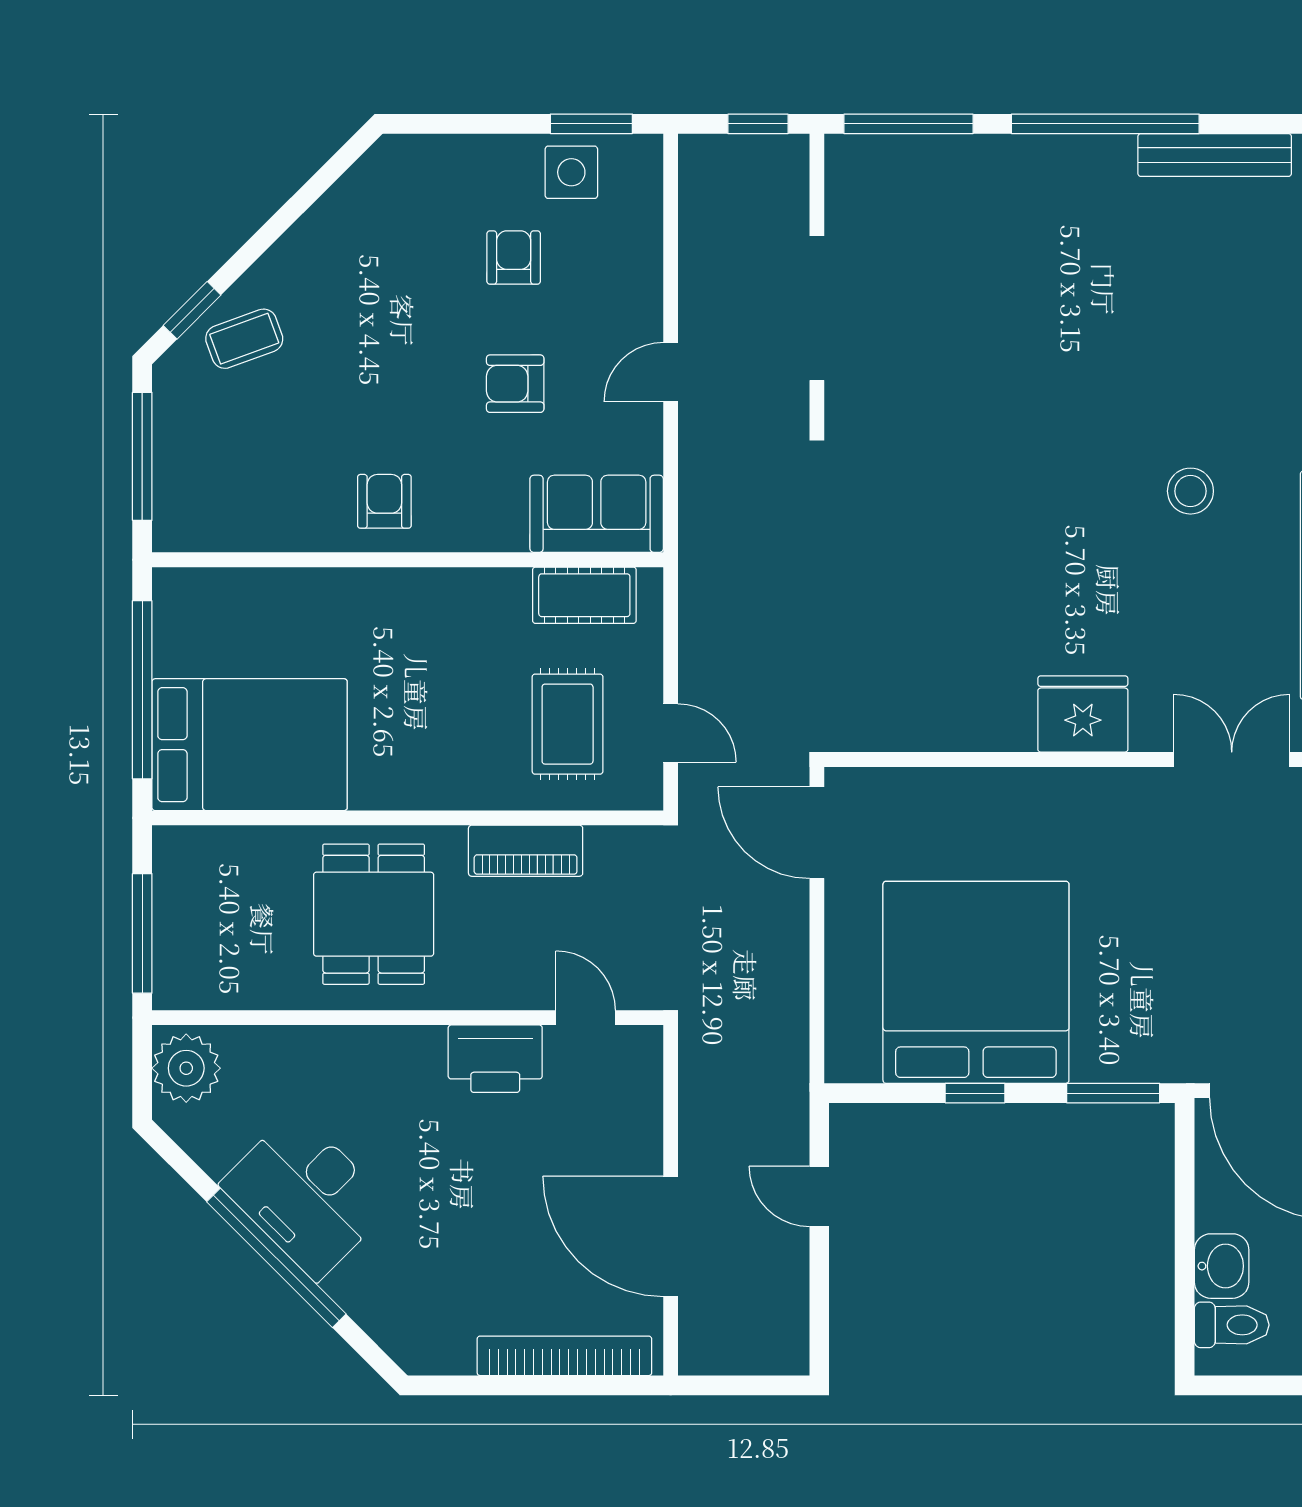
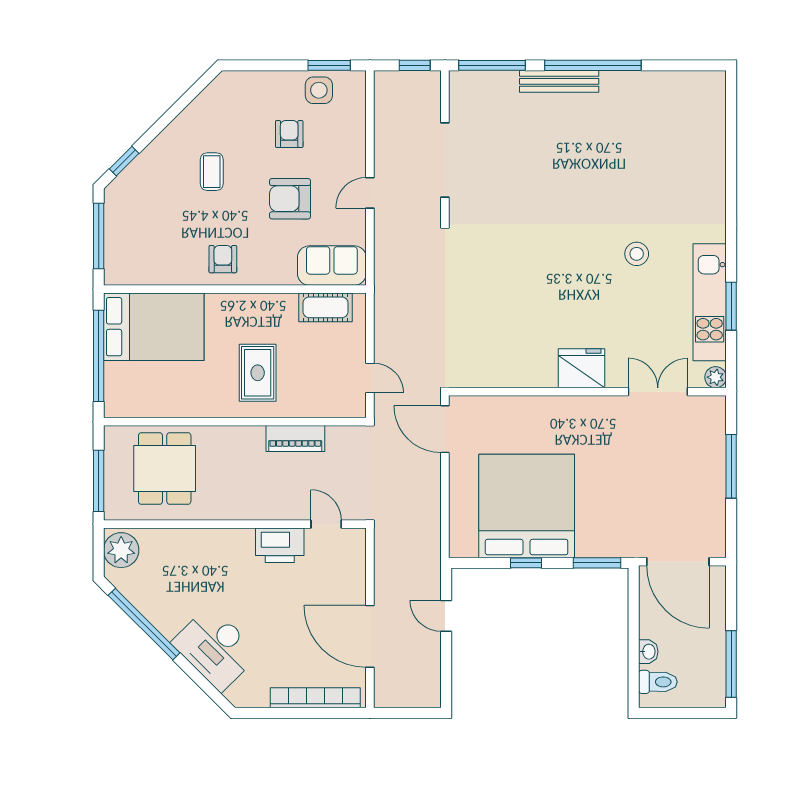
bench: (1215, 155) -> (559, 81), moved
coffee table: (244, 339) -> (212, 172), moved, turned -70
armchair: (515, 384) -> (290, 199), width x1.38, depth x1.38
rug: (568, 724) -> (258, 373), moved
bed: (250, 745) -> (154, 327), moved
dining table: (374, 914) -> (165, 469), moved
desk: (306, 1195) -> (215, 648), moved
window: (276, 1258) -> (144, 624), moved
washbasin: (1222, 1266) -> (648, 652), width x0.72, depth x0.69

